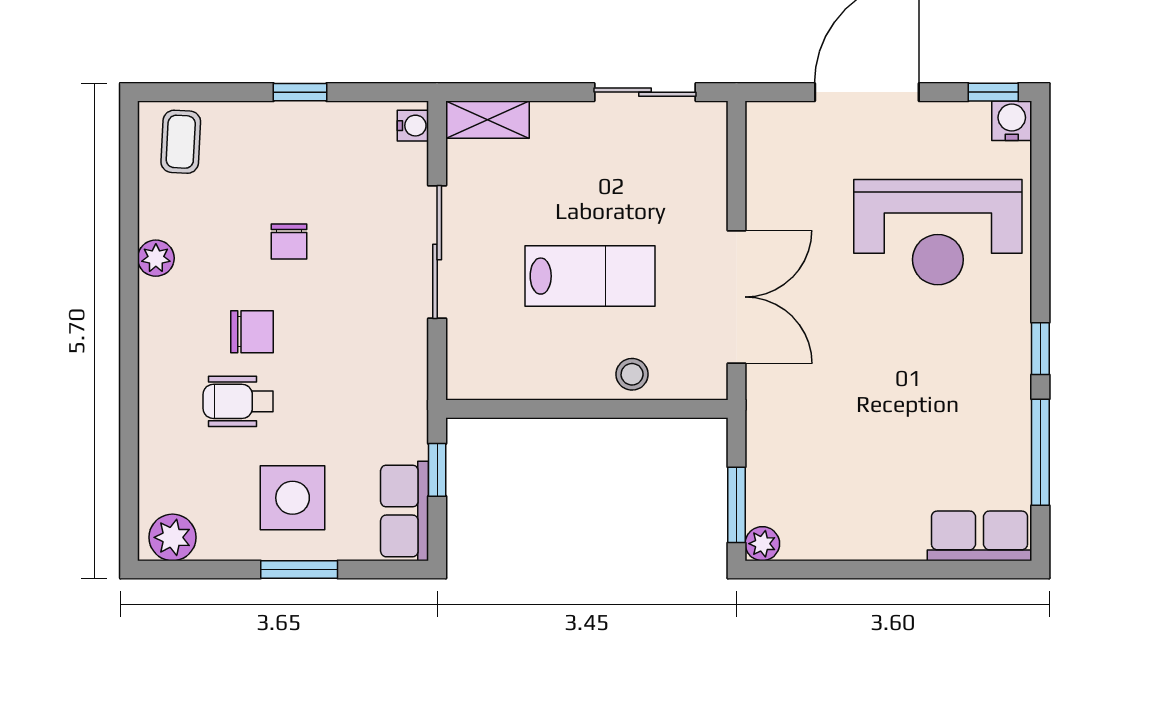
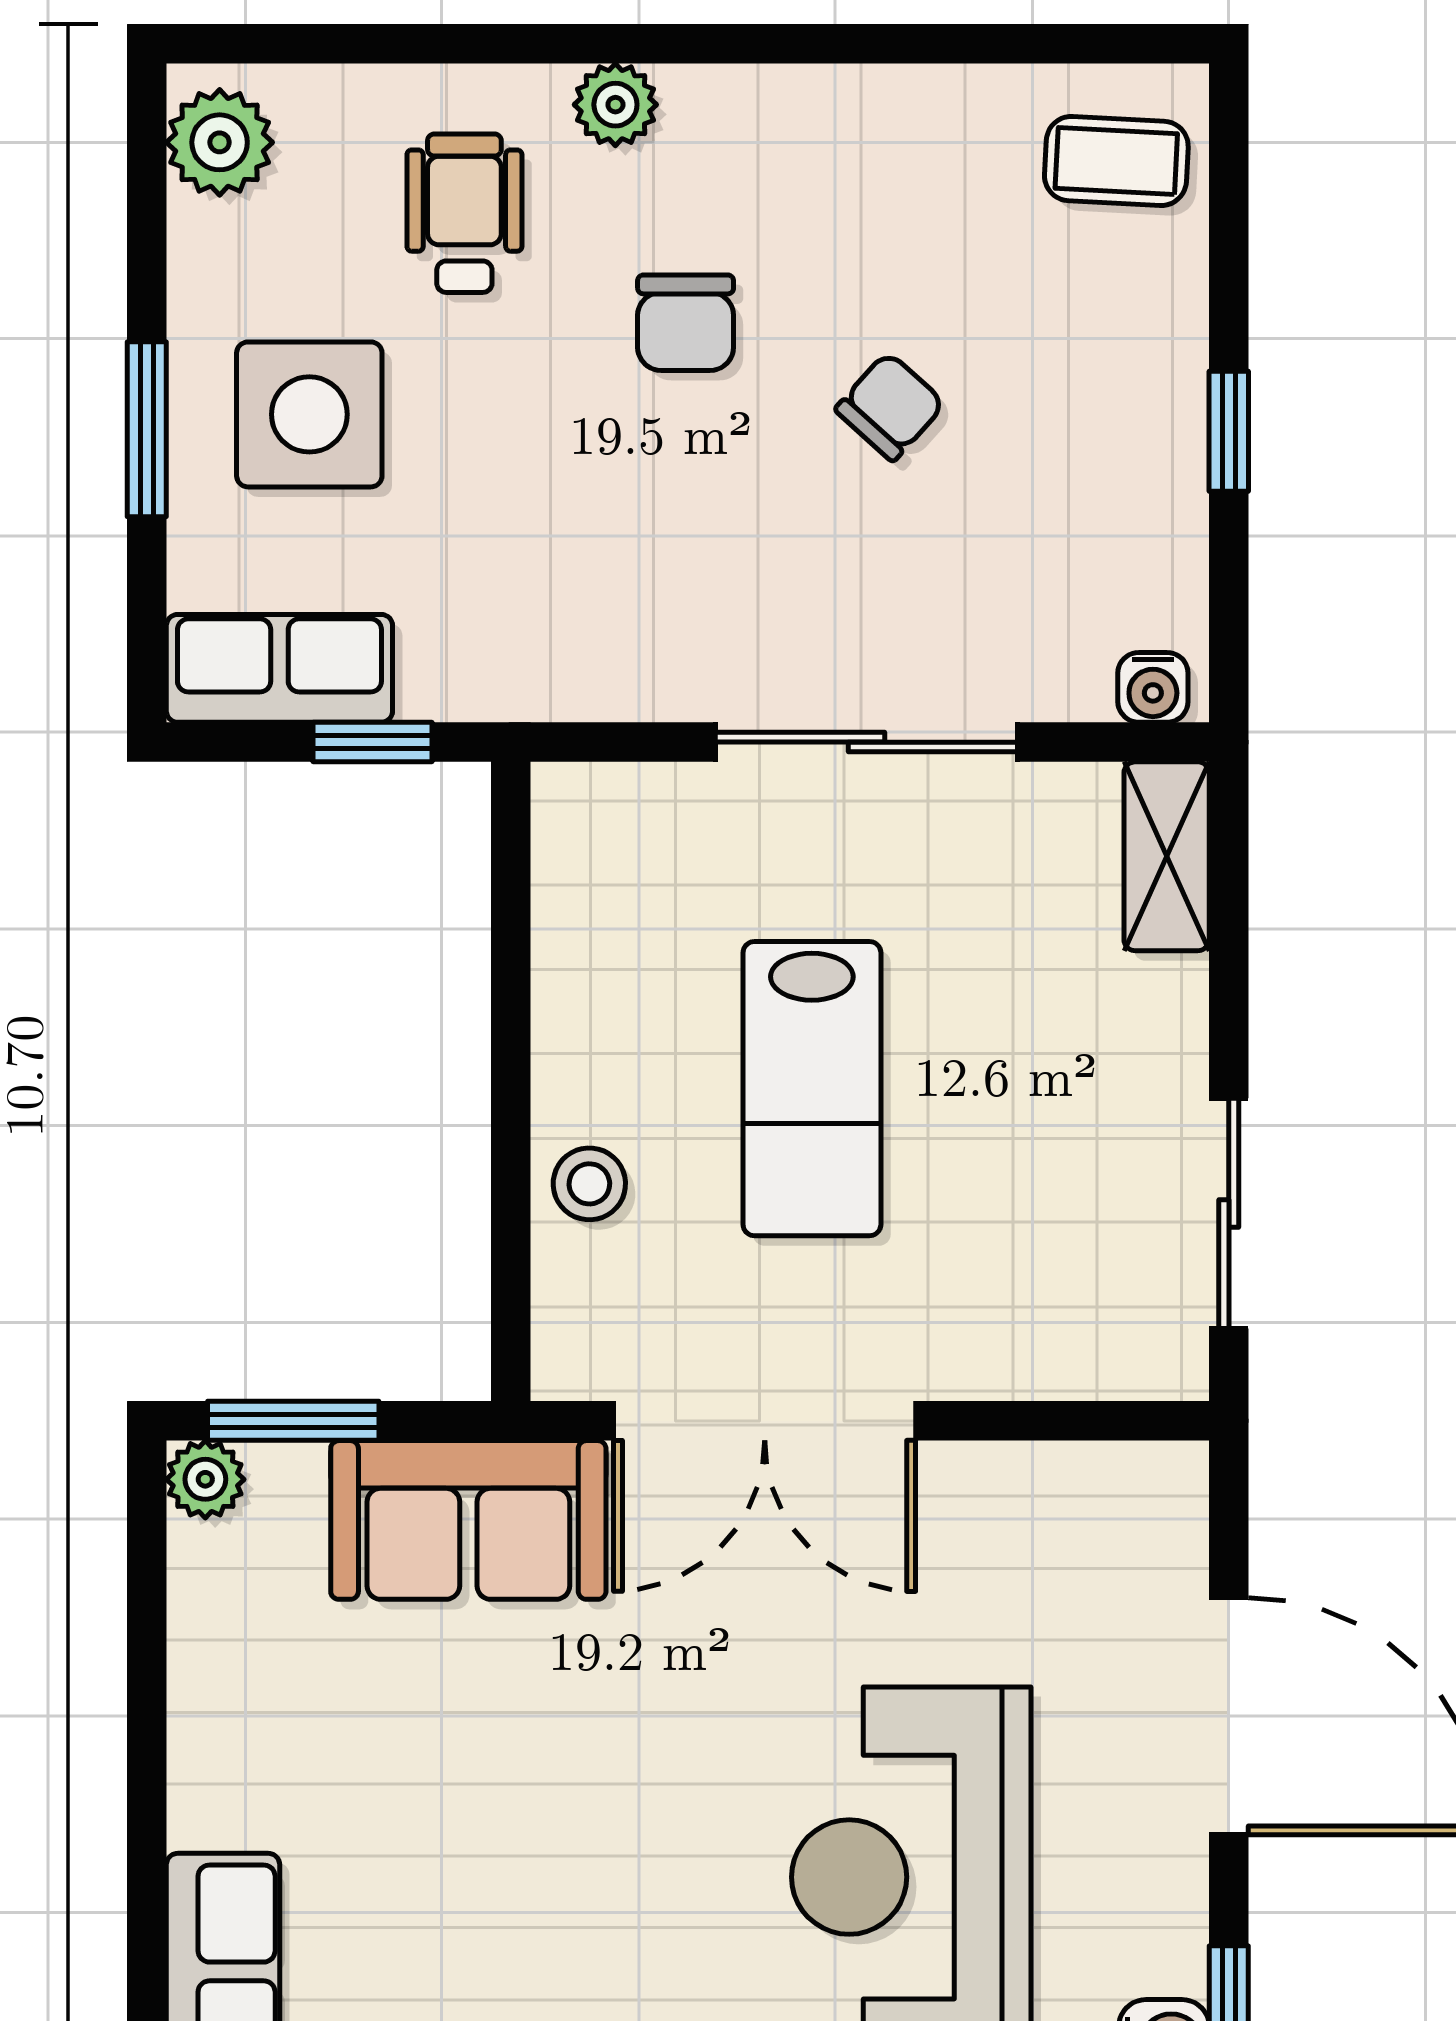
chair: (289, 242) -> (890, 406), turned 132
plant: (156, 258) -> (615, 105), moved
wheelchair: (238, 401) -> (464, 213), moved
sofa: (780, 428) -> (468, 1520), added

